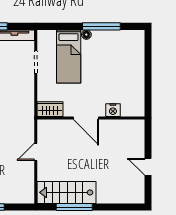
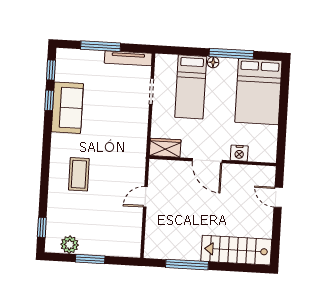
bed: (126, 57) -> (258, 92), added
door: (148, 167) -> (278, 197), moved
stairs: (66, 192) -> (236, 250), moved

